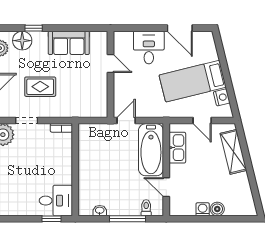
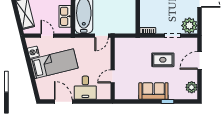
floor lamp: (22, 41) -> (176, 93), removed
sofa: (69, 43) -> (153, 91), moved
door: (111, 63) -> (113, 76), hinge flipped

